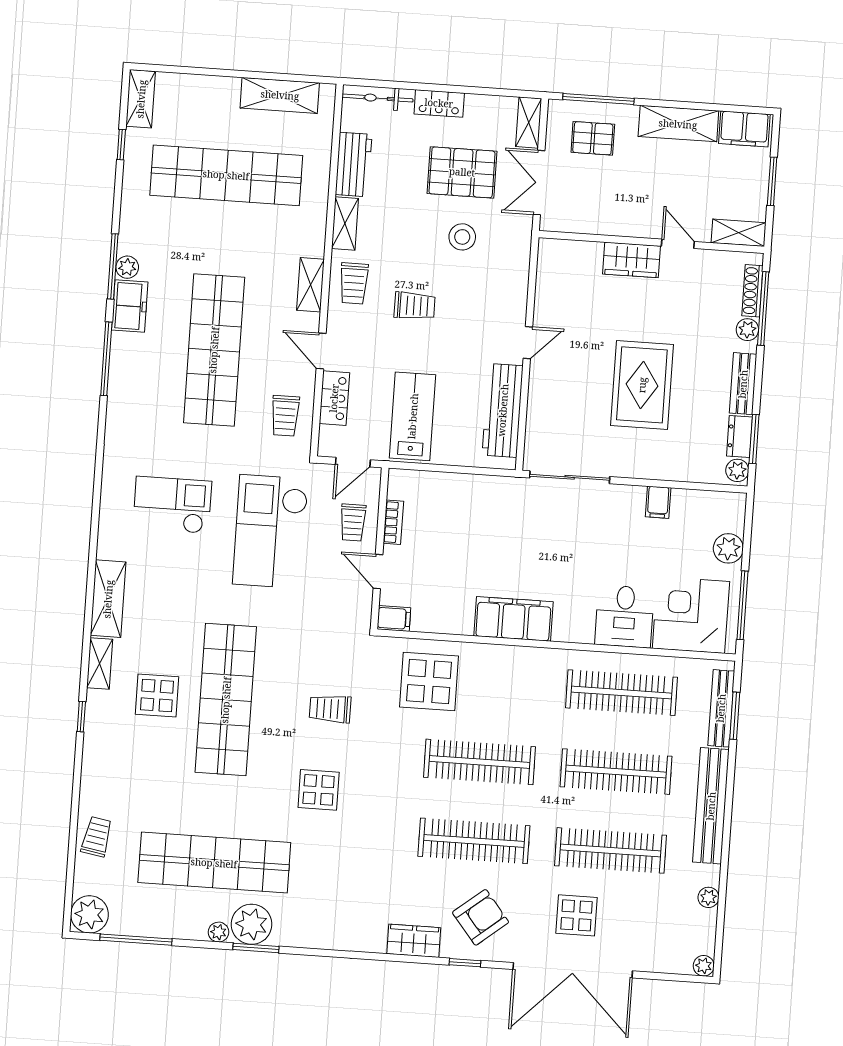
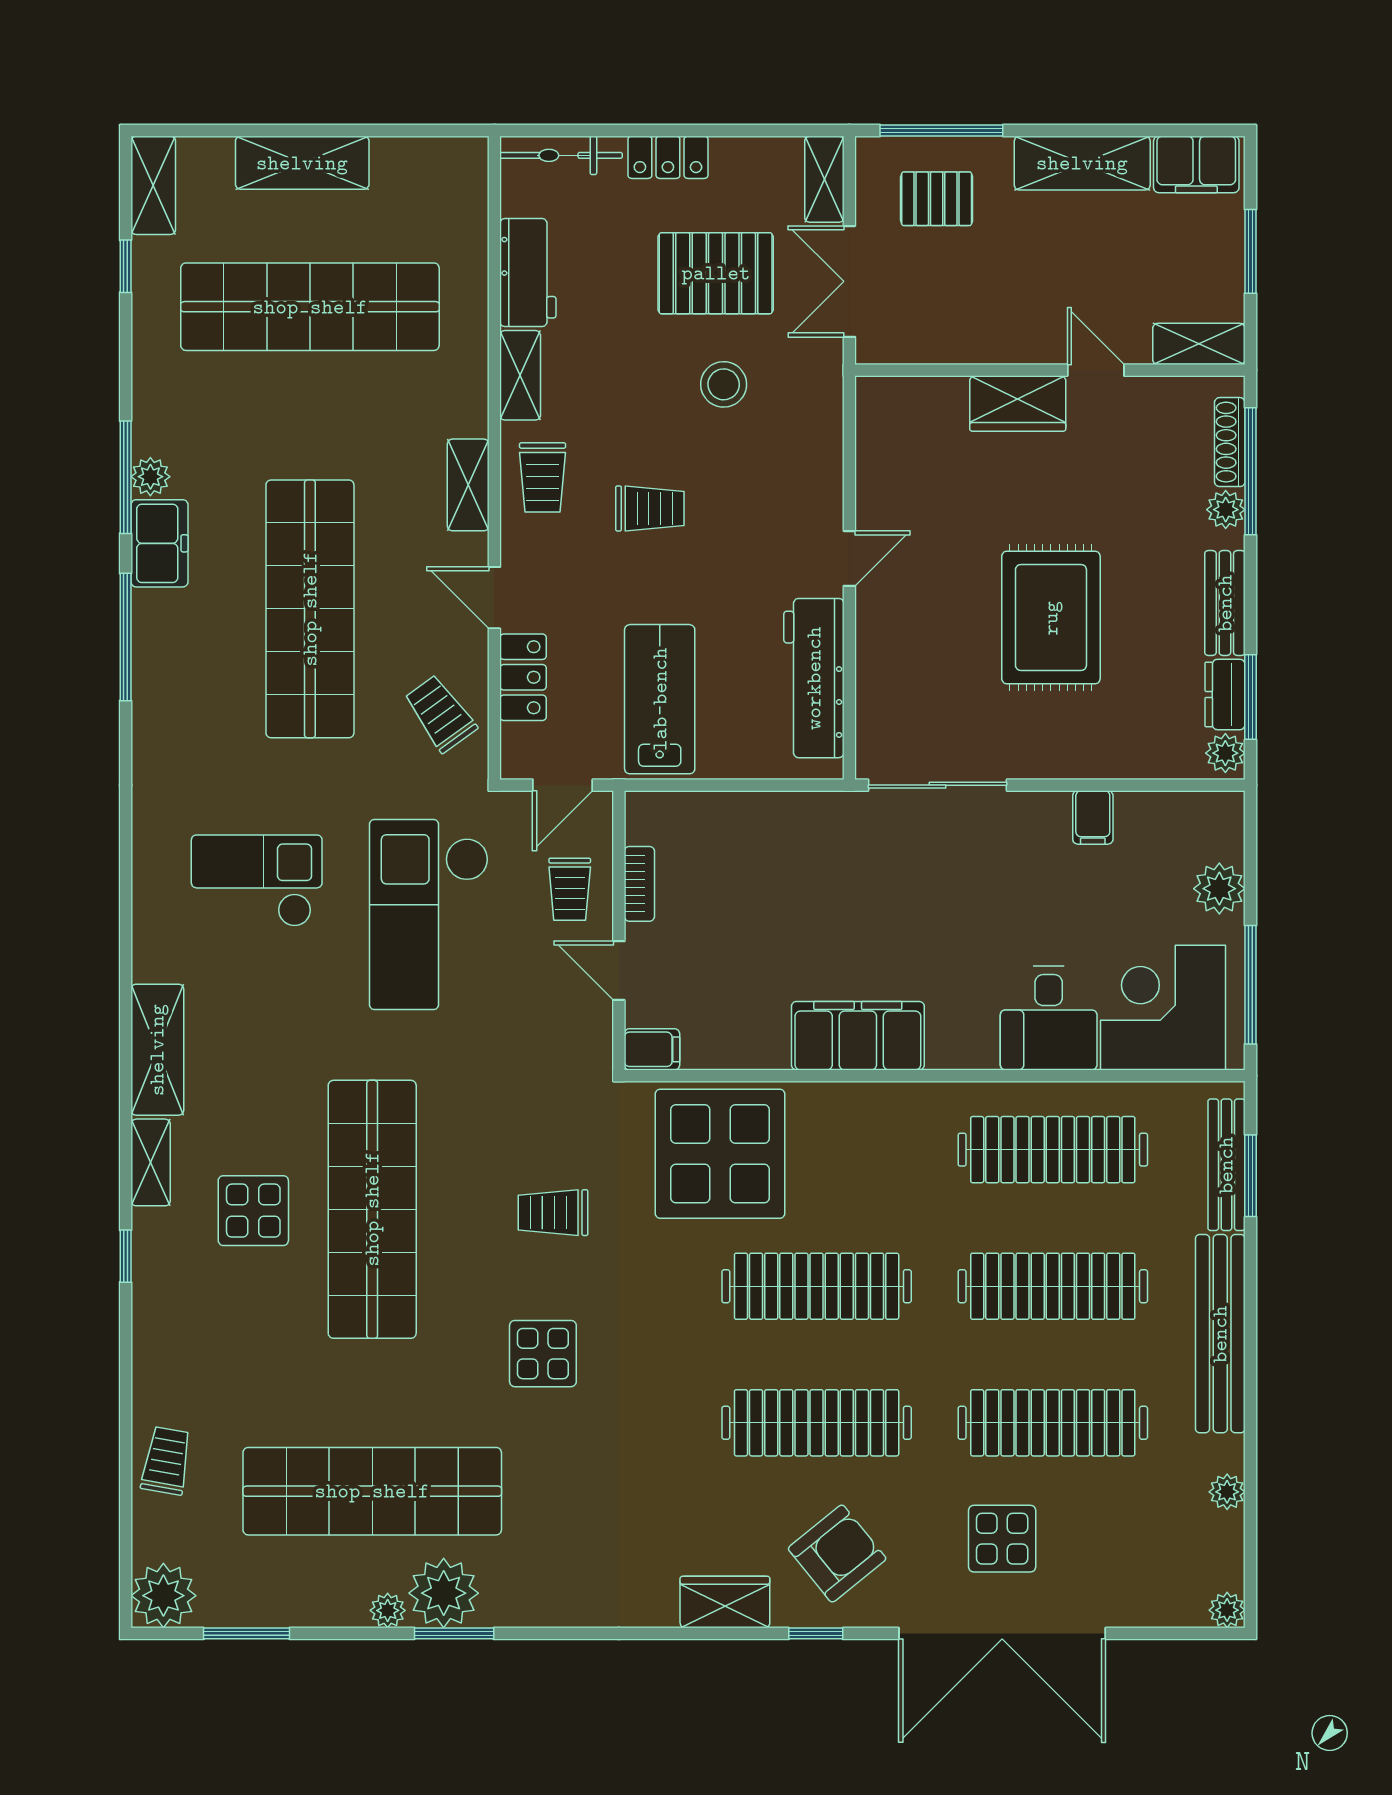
shelving: (280, 95) -> (302, 163), moved
trolley: (285, 416) -> (440, 714), turned 144
display table: (429, 682) -> (720, 1154), width x1.36, depth x1.36
window: (136, 940) -> (247, 1633), width x0.69

